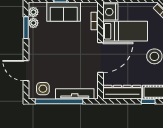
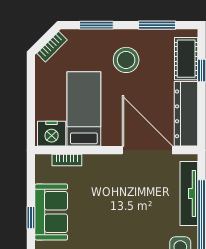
door: (101, 58) -> (147, 150), moved

